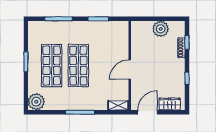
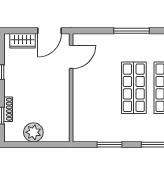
door: (130, 70) -> (71, 57), moved
shelving: (118, 105) -> (85, 39), removed

